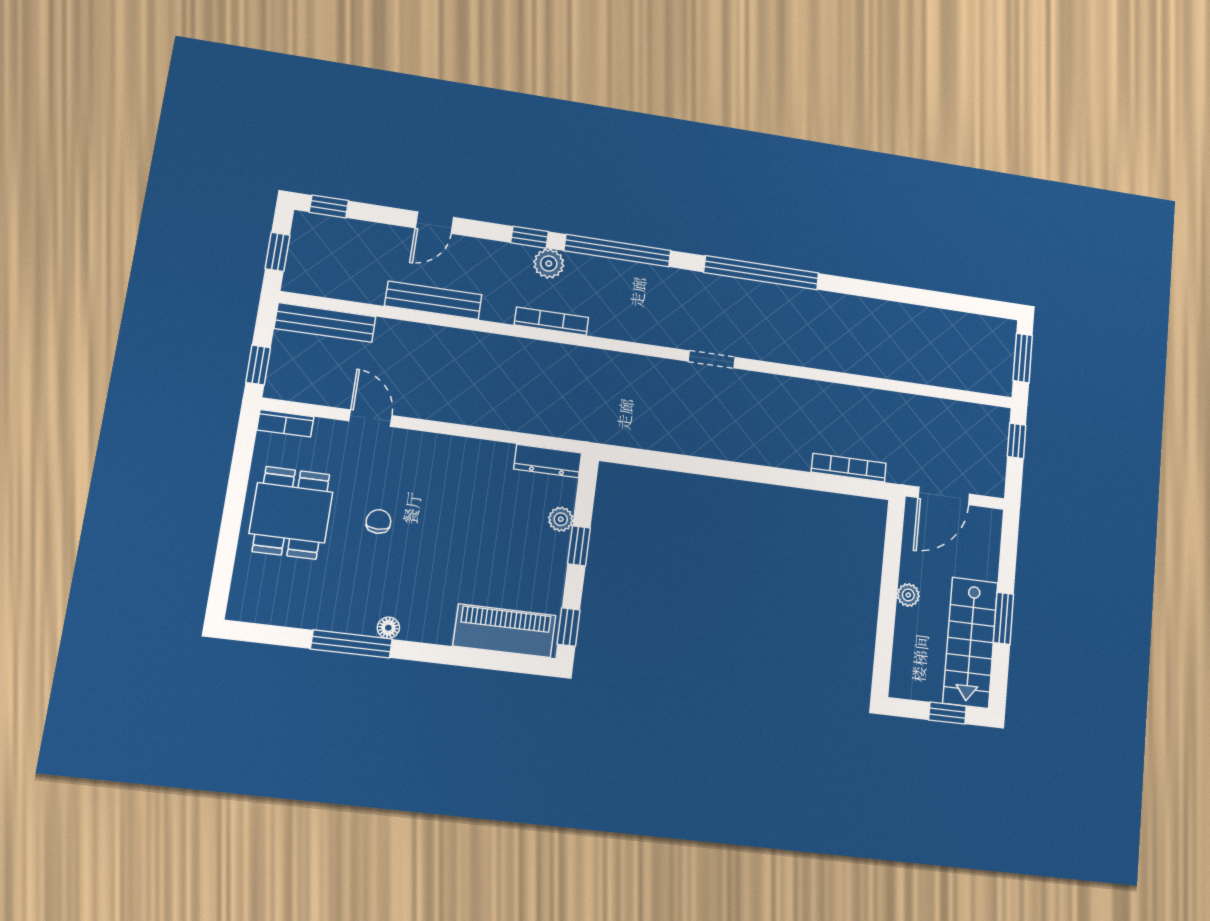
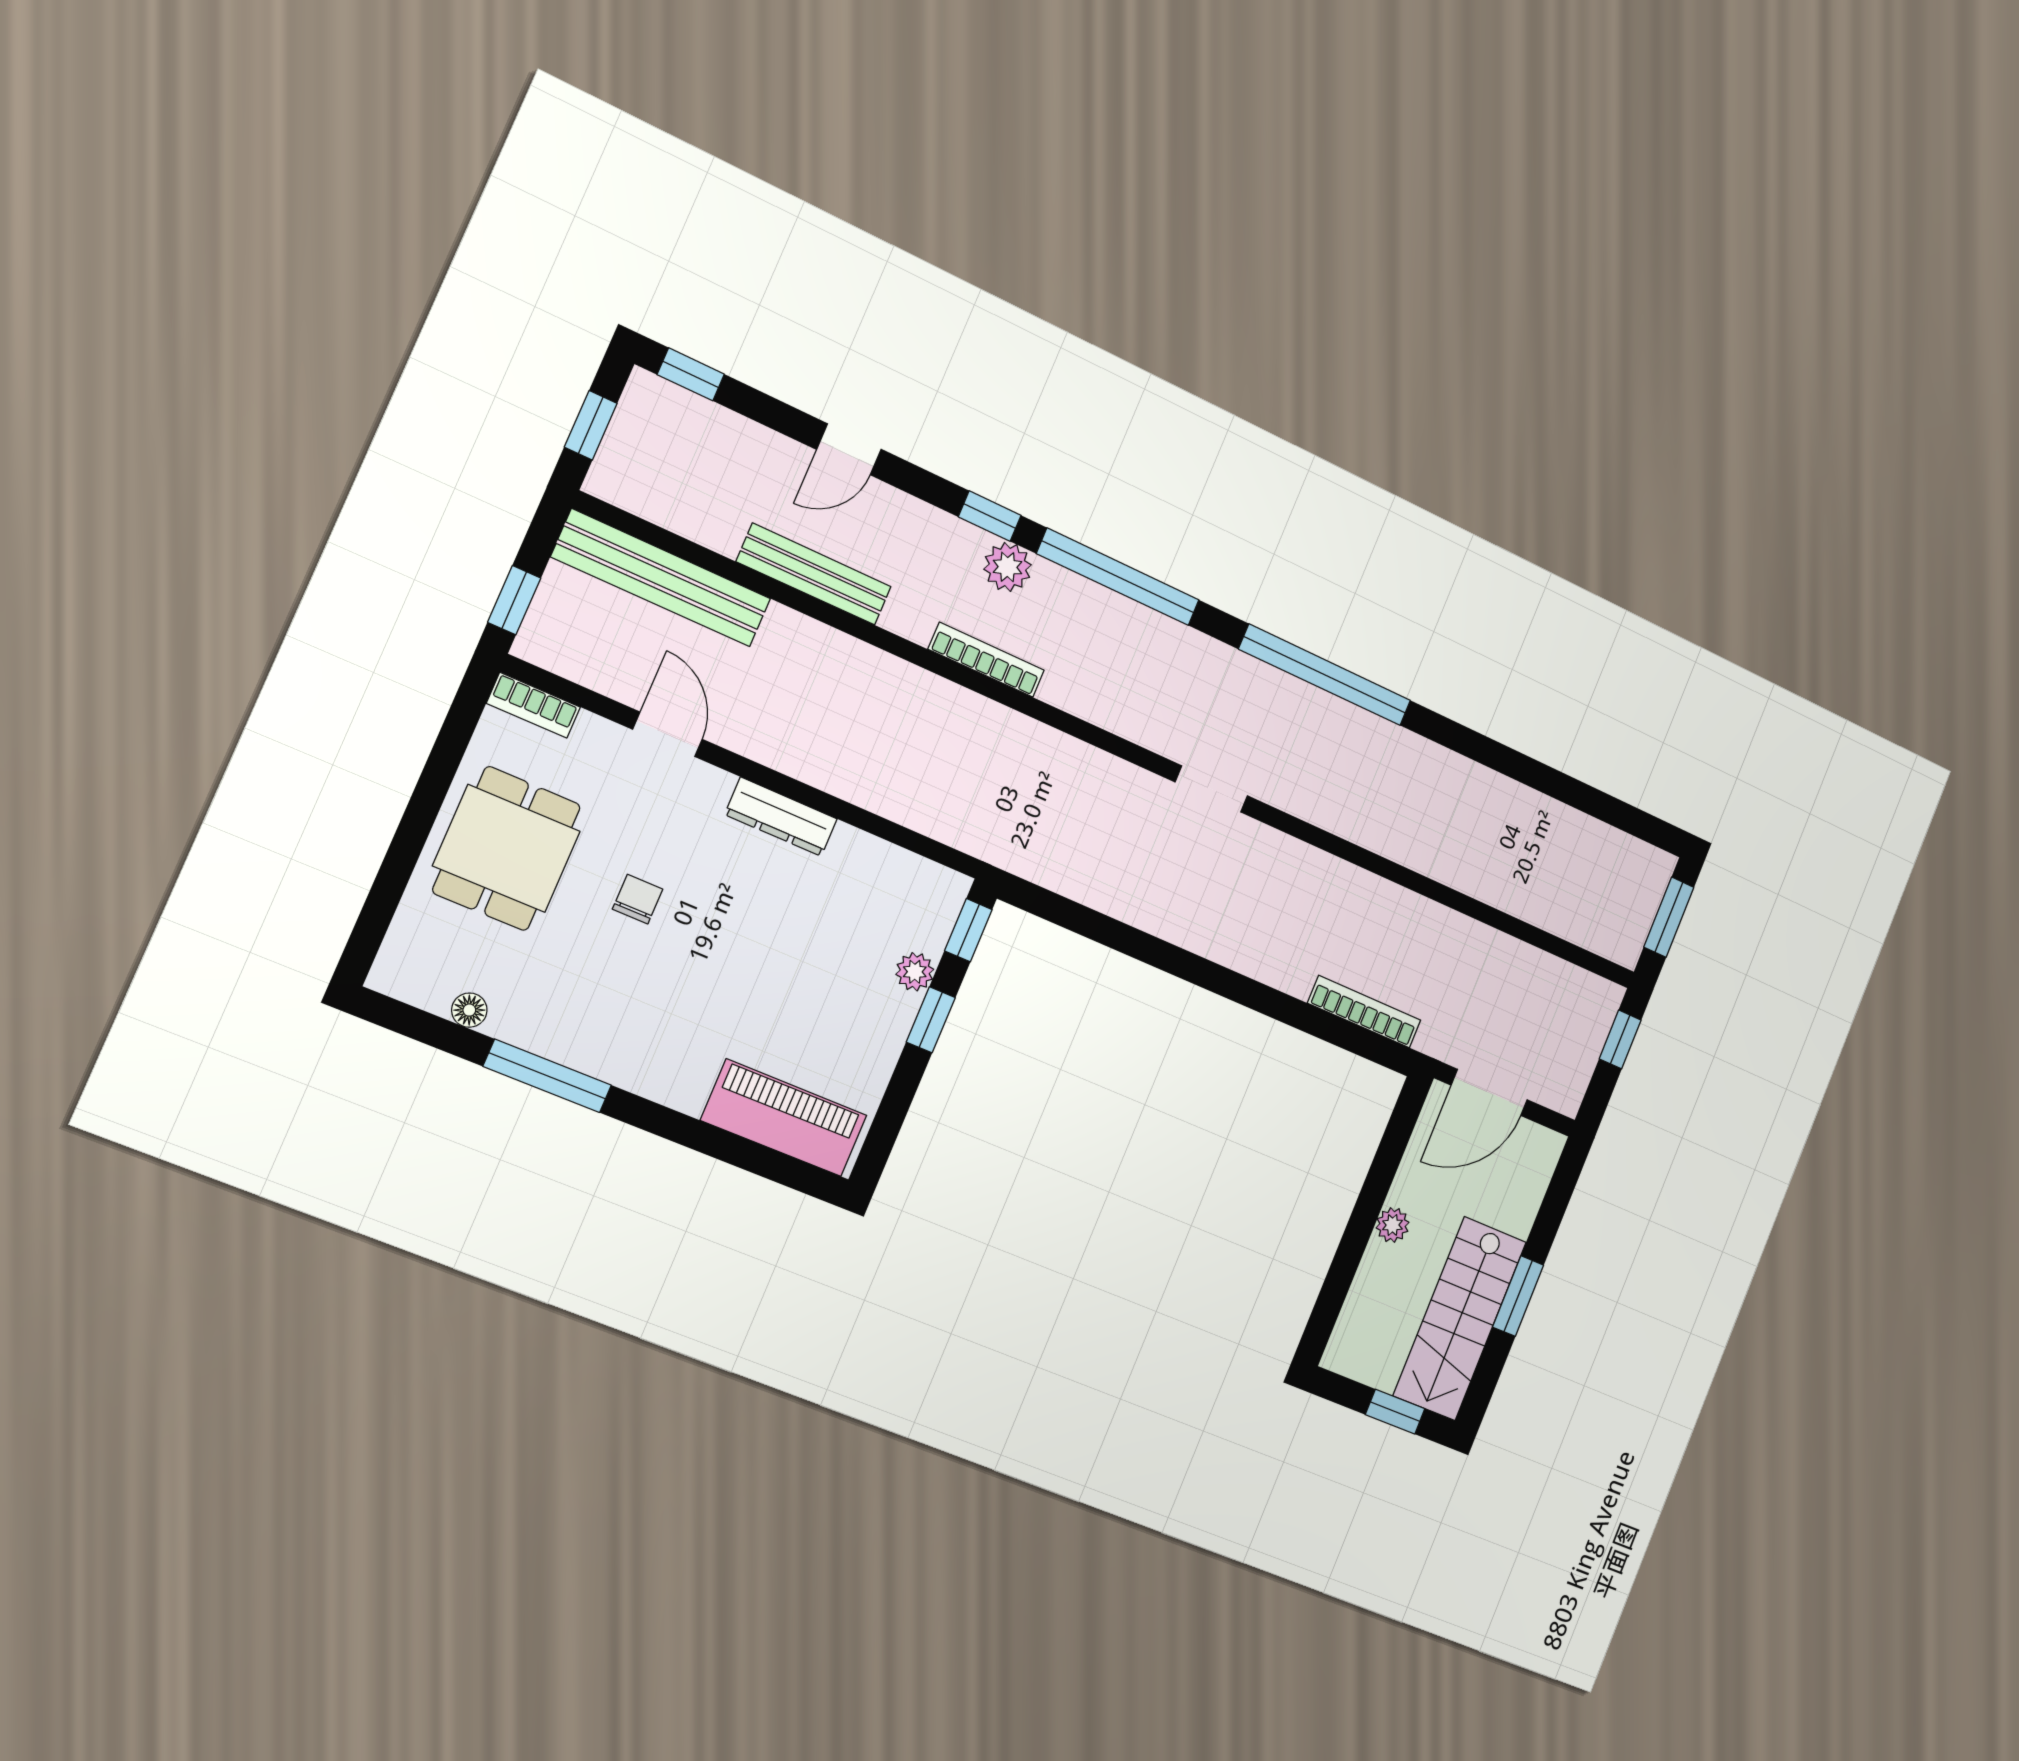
bench: (325, 322) -> (661, 578), width x1.37, depth x1.21
dresser: (548, 461) -> (781, 817), moved
window: (569, 627) -> (968, 930), moved
floor lamp: (388, 628) -> (469, 1010), moved

